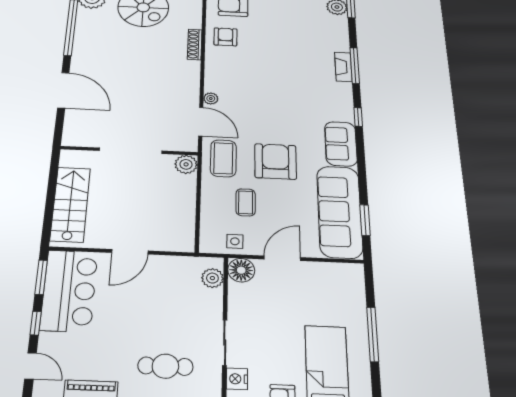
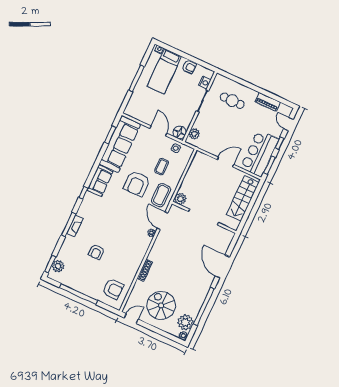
armchair: (225, 37) -> (96, 252), moved
door: (282, 258) -> (158, 131), swing flipped

